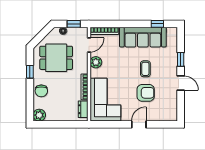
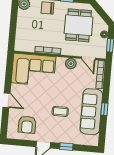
window: (157, 24) -> (104, 109), moved
armchair: (146, 93) -> (27, 125), moved
dresser: (83, 109) -> (26, 47), removed

